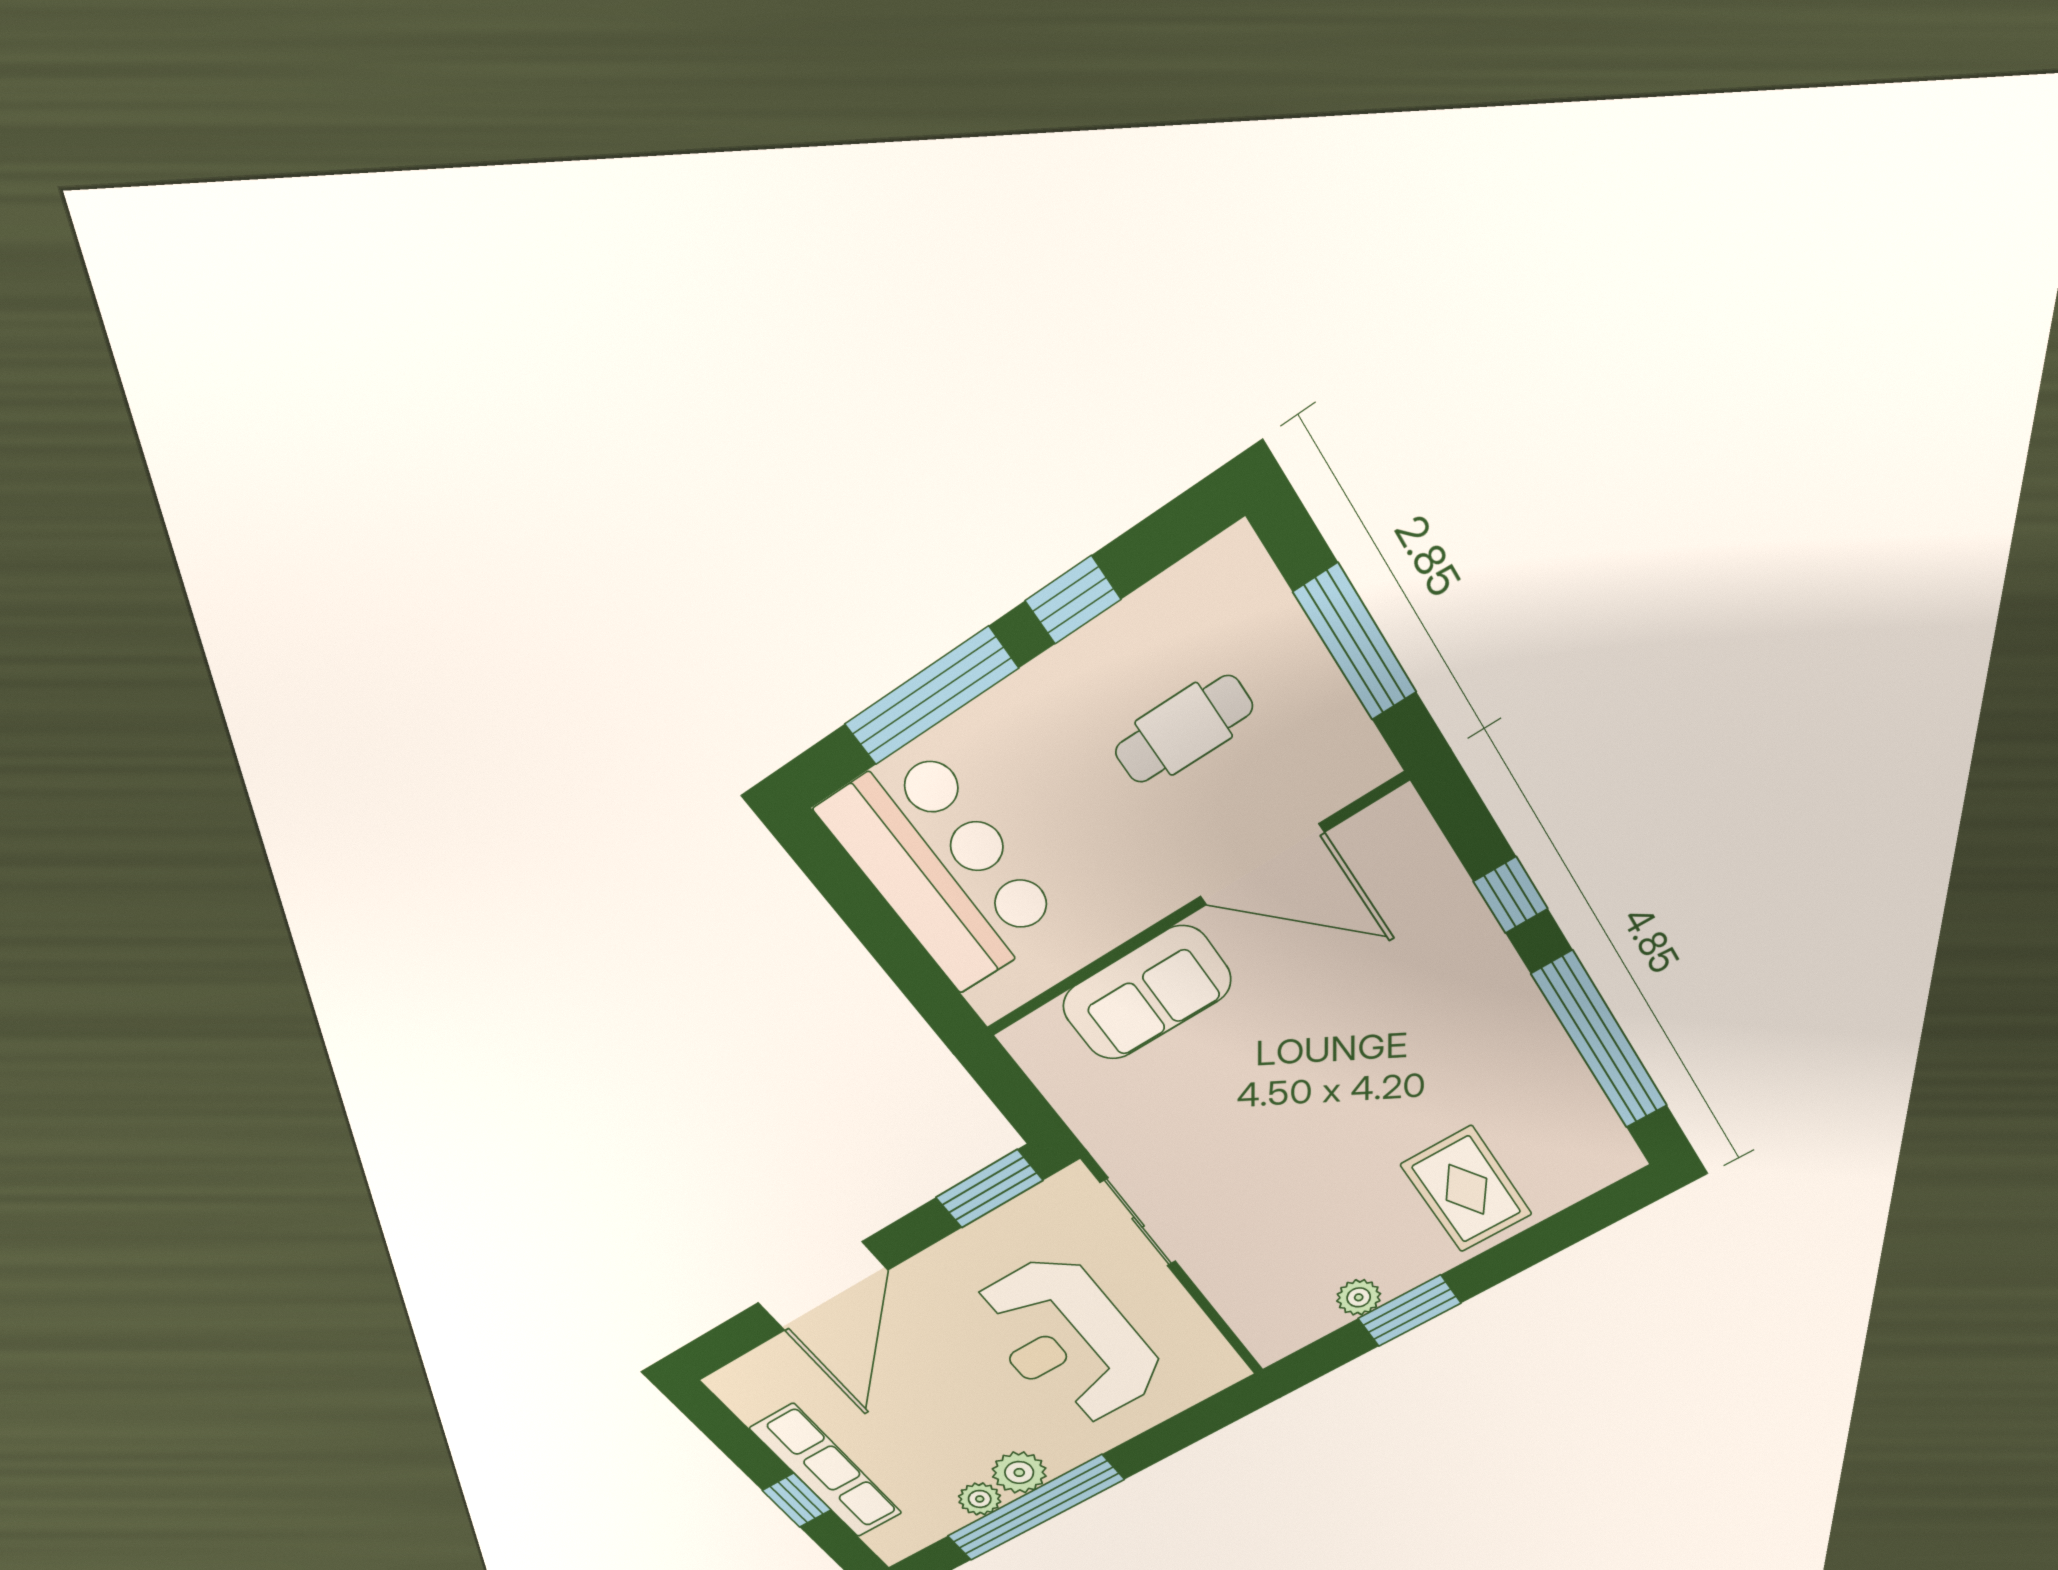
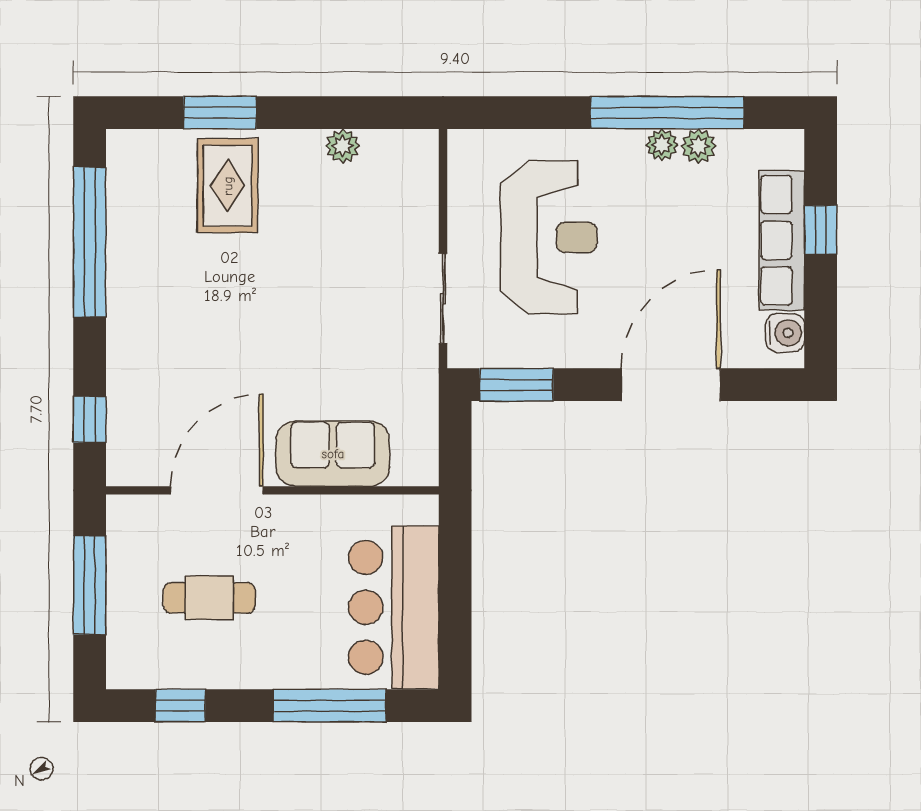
window: (1073, 600) -> (180, 706), moved
door: (1262, 865) -> (217, 490), hinge flipped
window: (1511, 895) -> (90, 419), moved
window: (1409, 1311) -> (220, 113), moved
water cooler: (749, 1399) -> (785, 333), added
plant: (1019, 1472) -> (662, 145), width x0.73, depth x0.73

